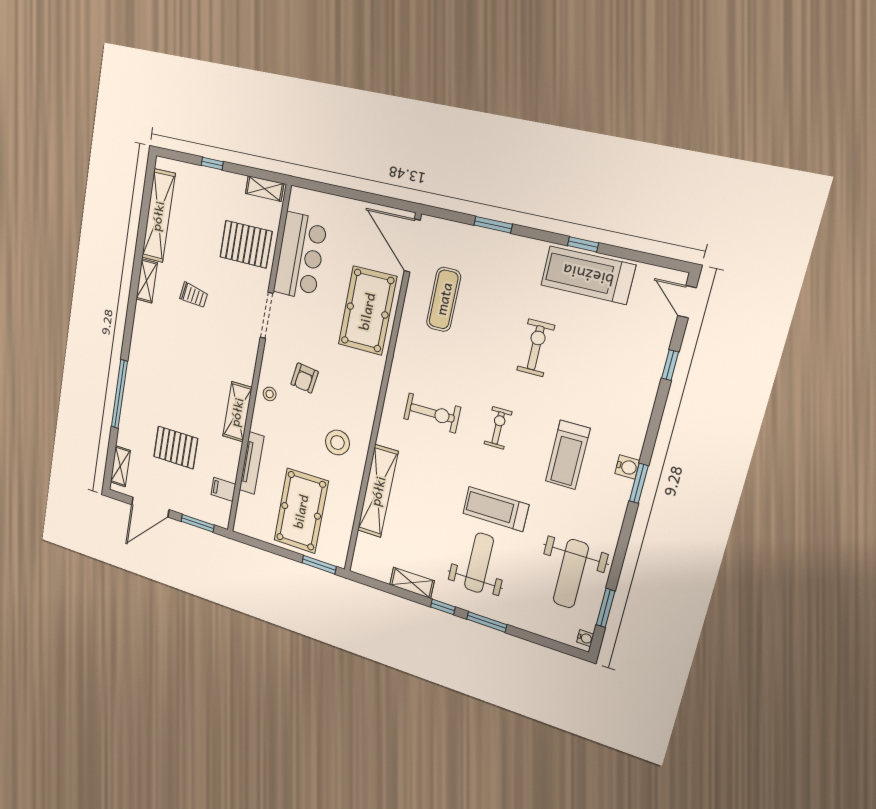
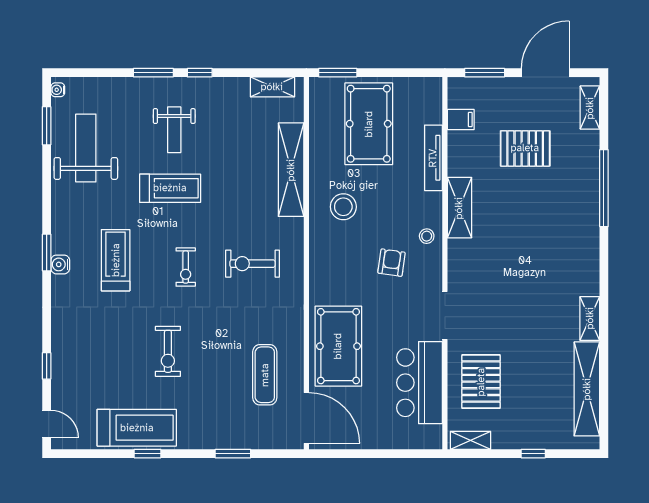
pallet: (246, 244) -> (481, 382), turned 90
trolley: (194, 295) -> (531, 316), removed
weight bench: (479, 563) -> (174, 130), width x0.73, depth x0.75
shelving: (412, 583) -> (272, 87), moved

